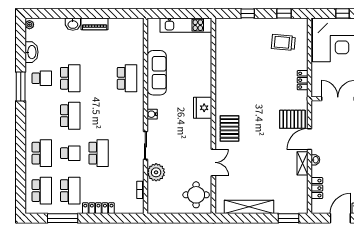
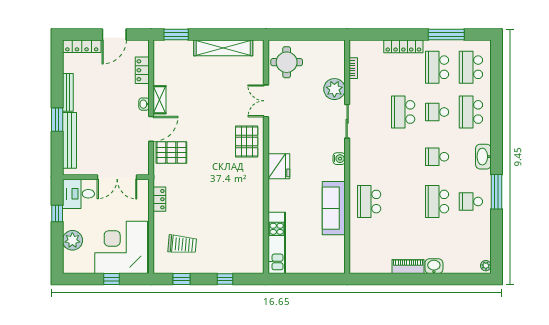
kitchen unit: (186, 25) -> (277, 243), moved, turned 90
washbasin: (31, 52) -> (483, 157), moved
school desk: (70, 116) -> (437, 157), width x0.54

